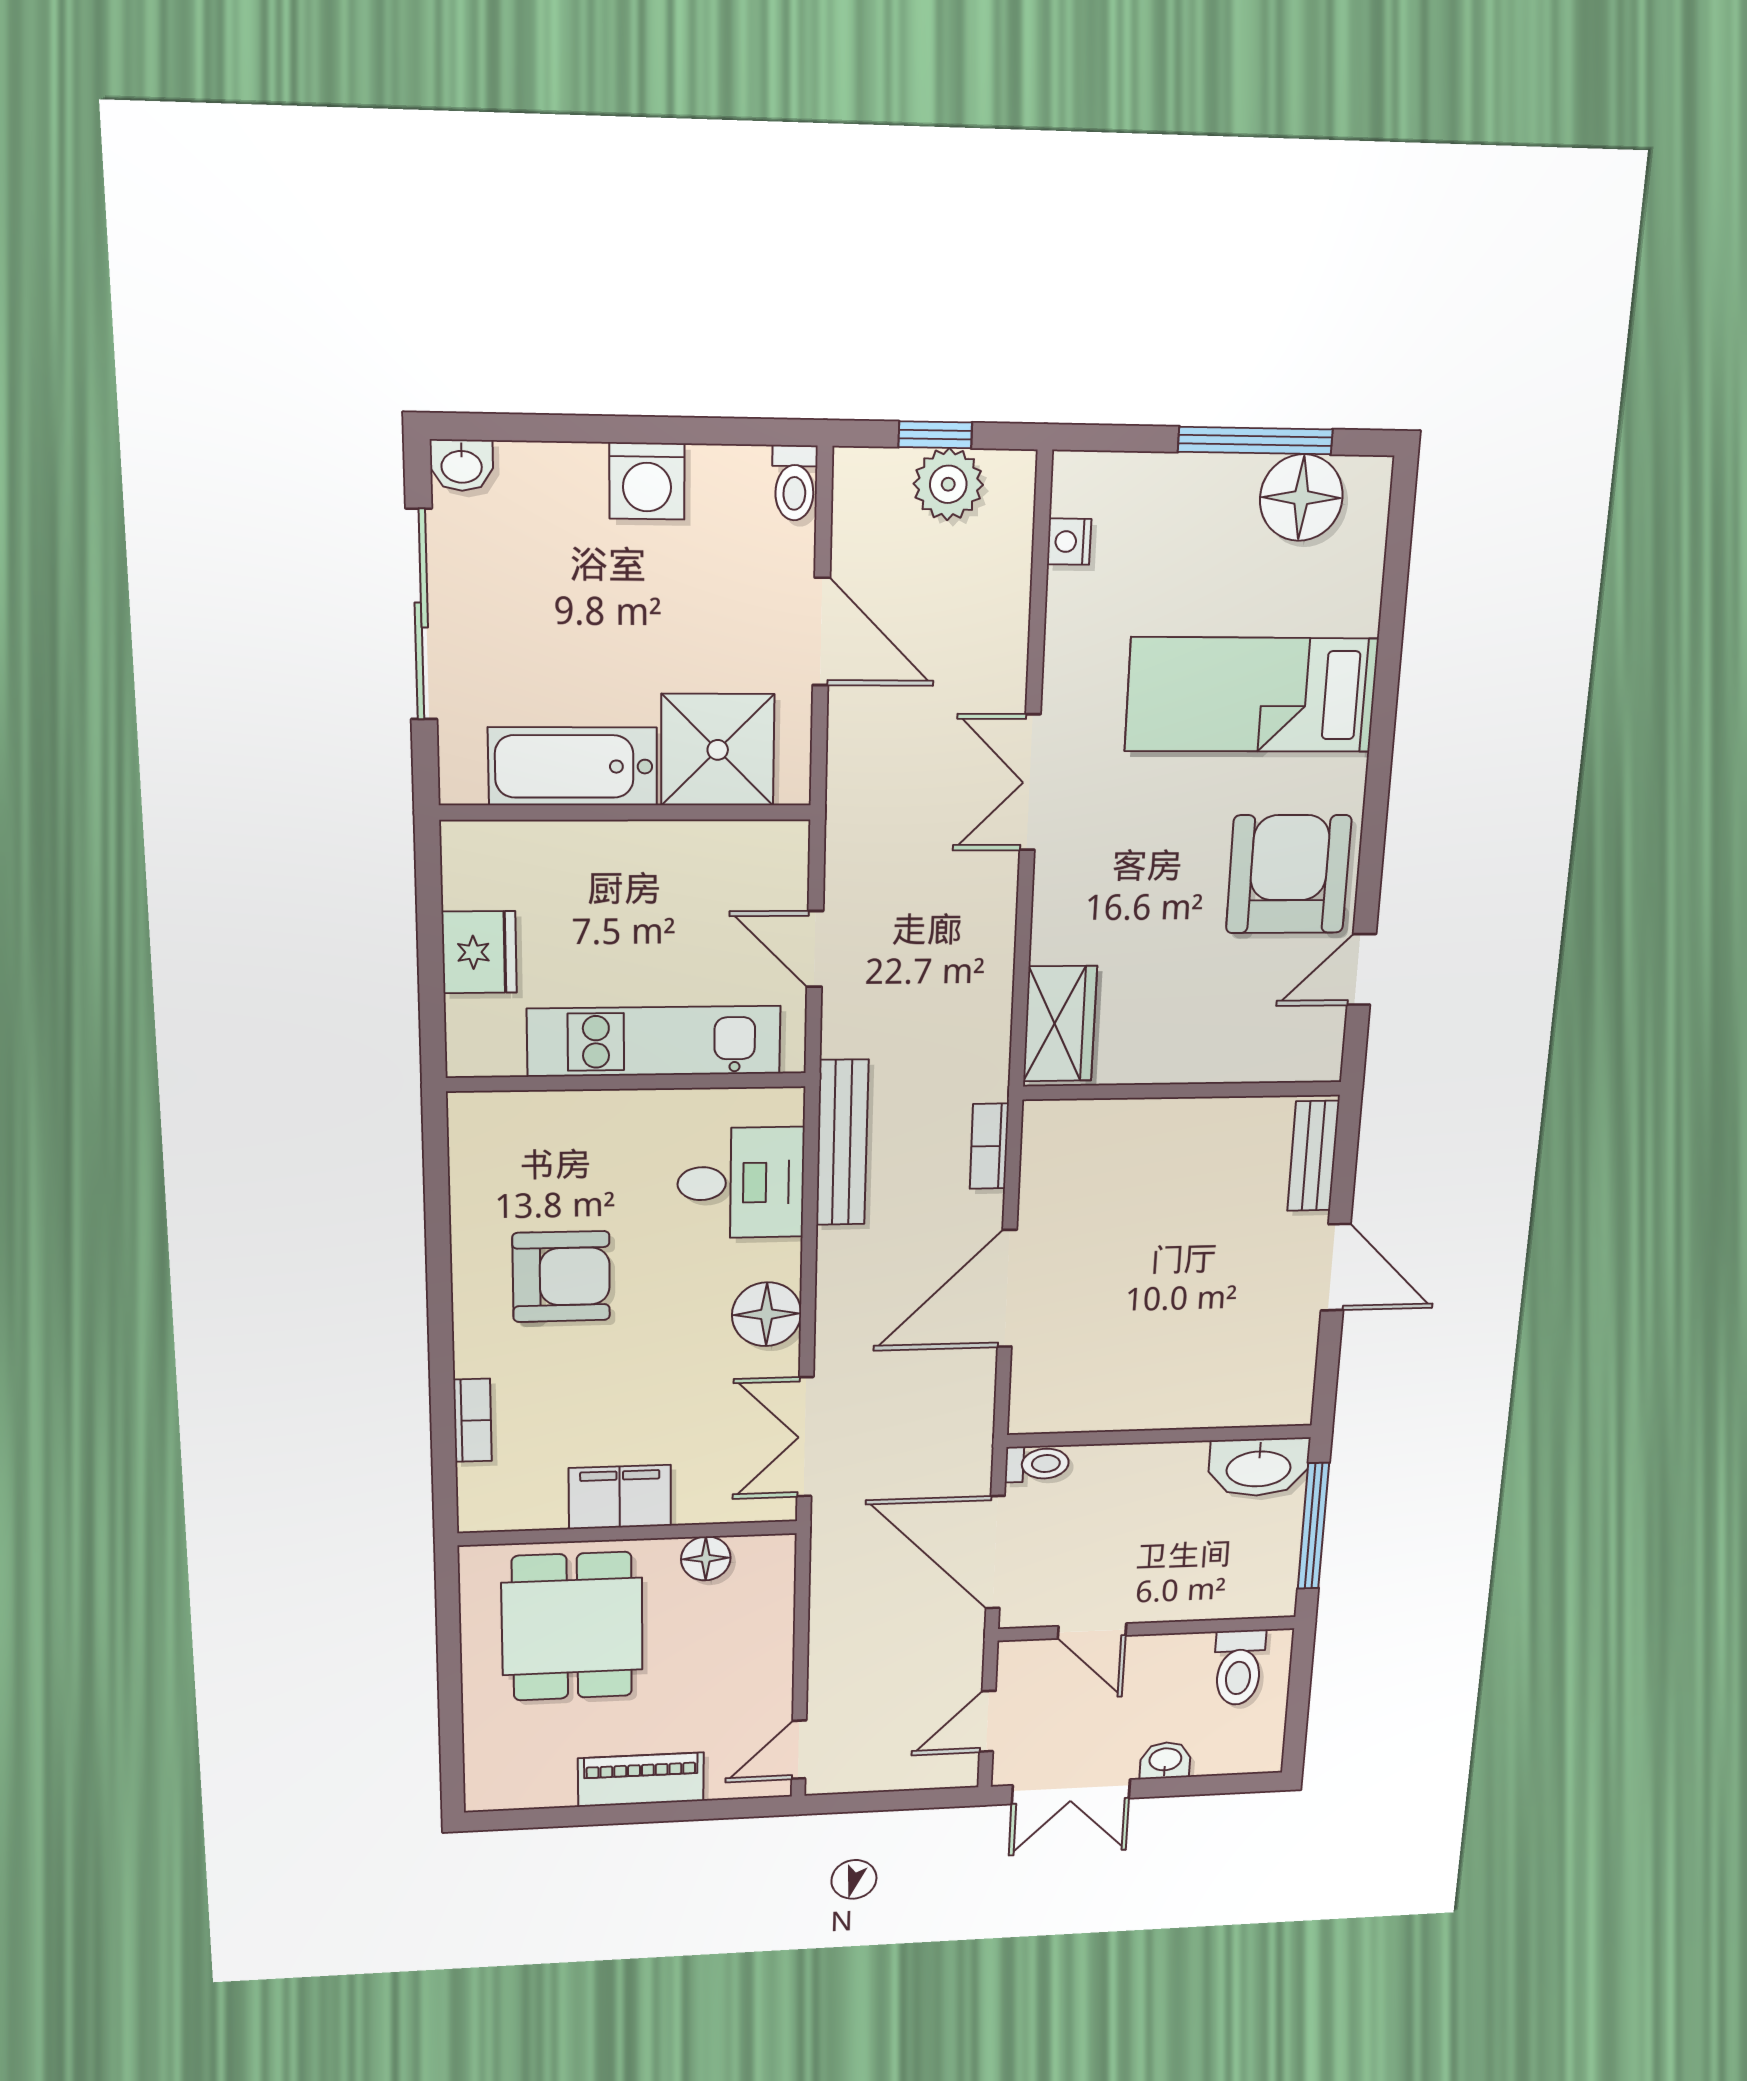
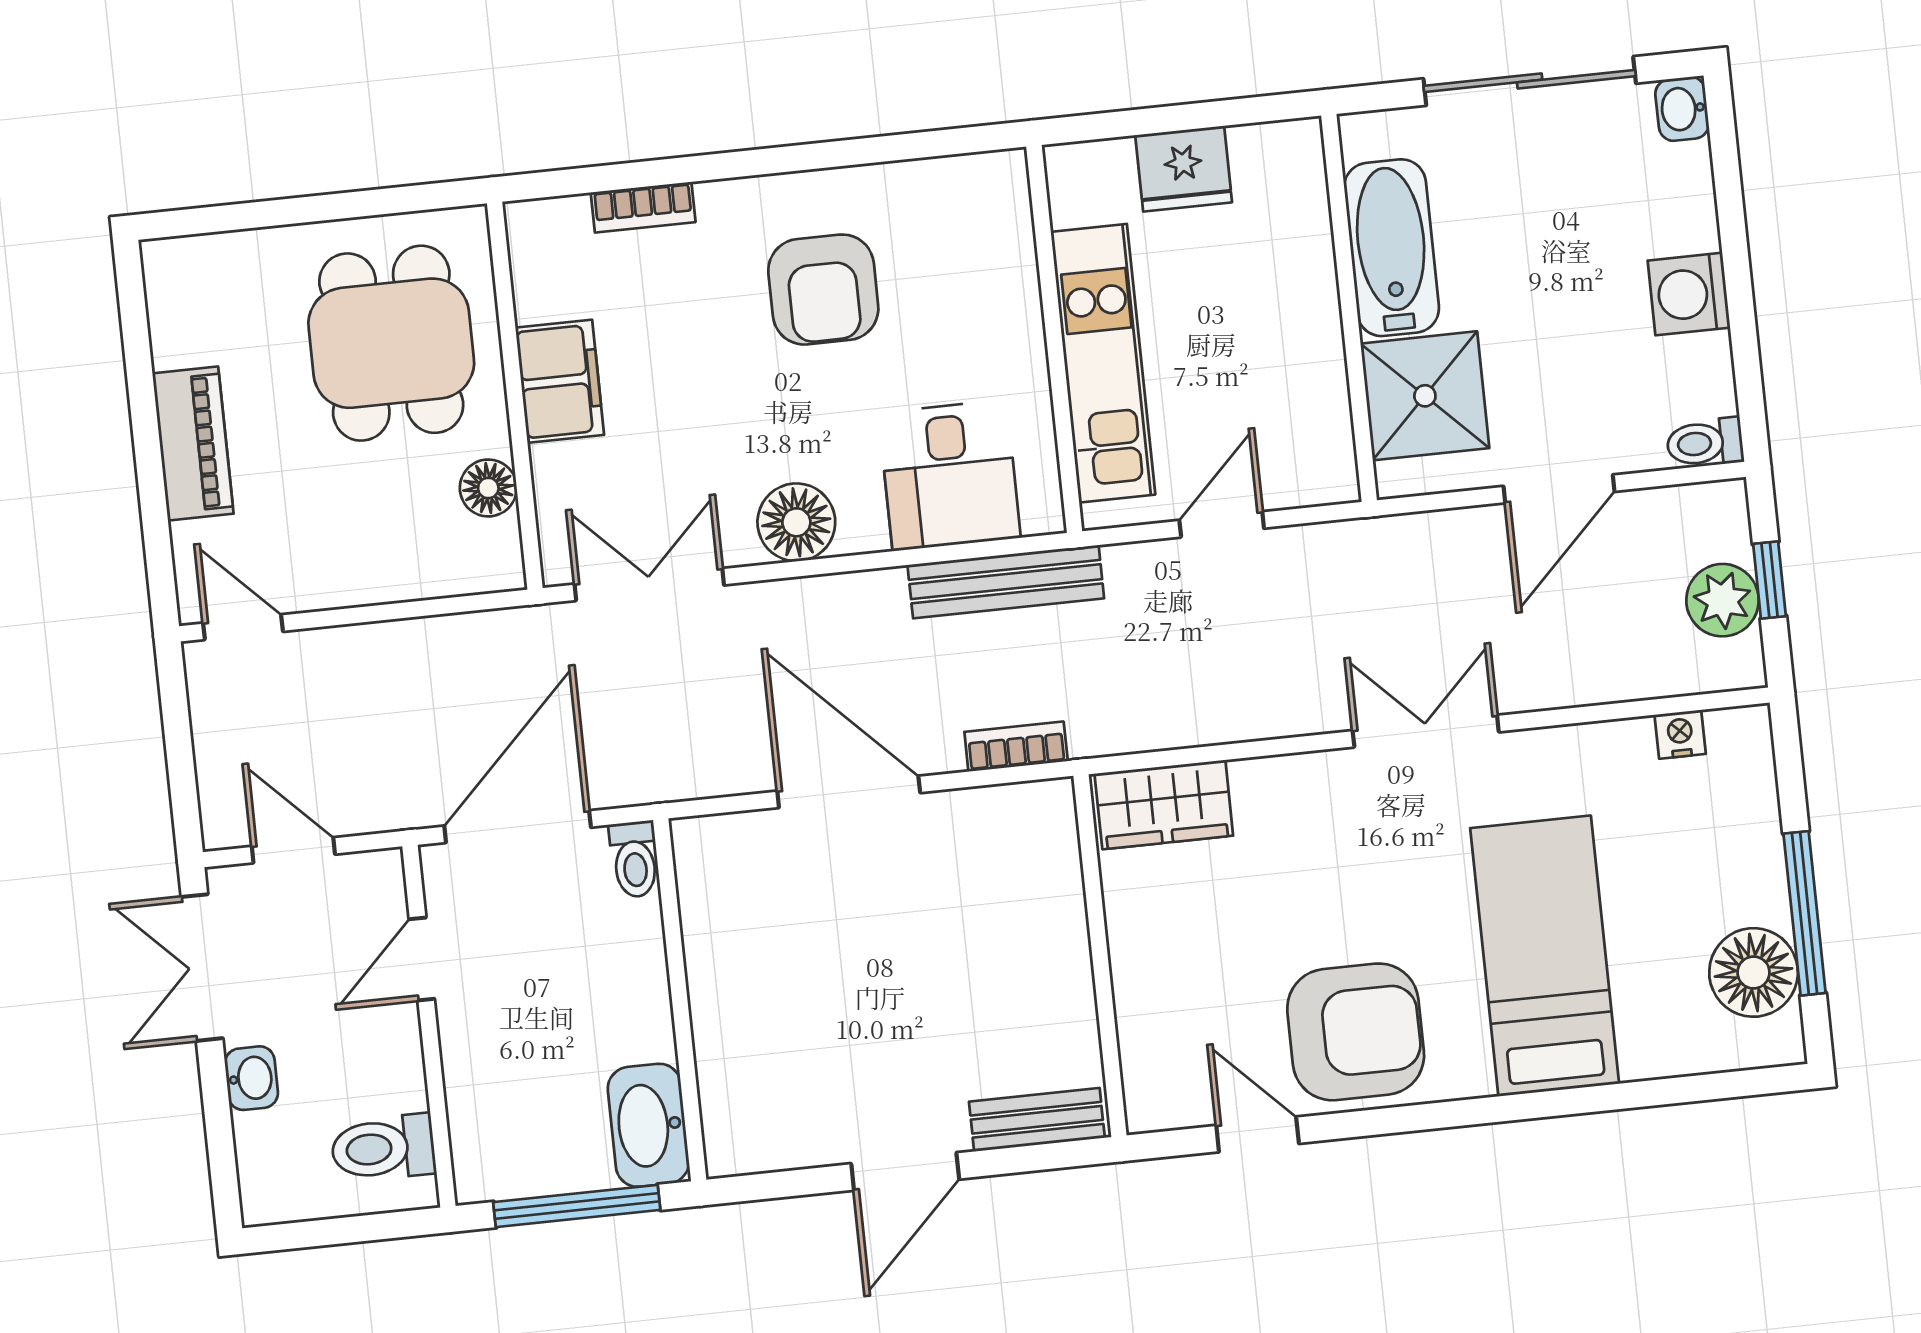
dining table: (572, 1626) -> (391, 343), turned 90

